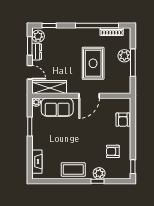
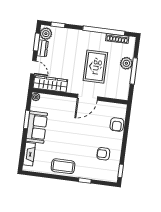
sofa: (57, 107) -> (37, 127), moved, turned -90
plant: (99, 173) -> (87, 173), removed

